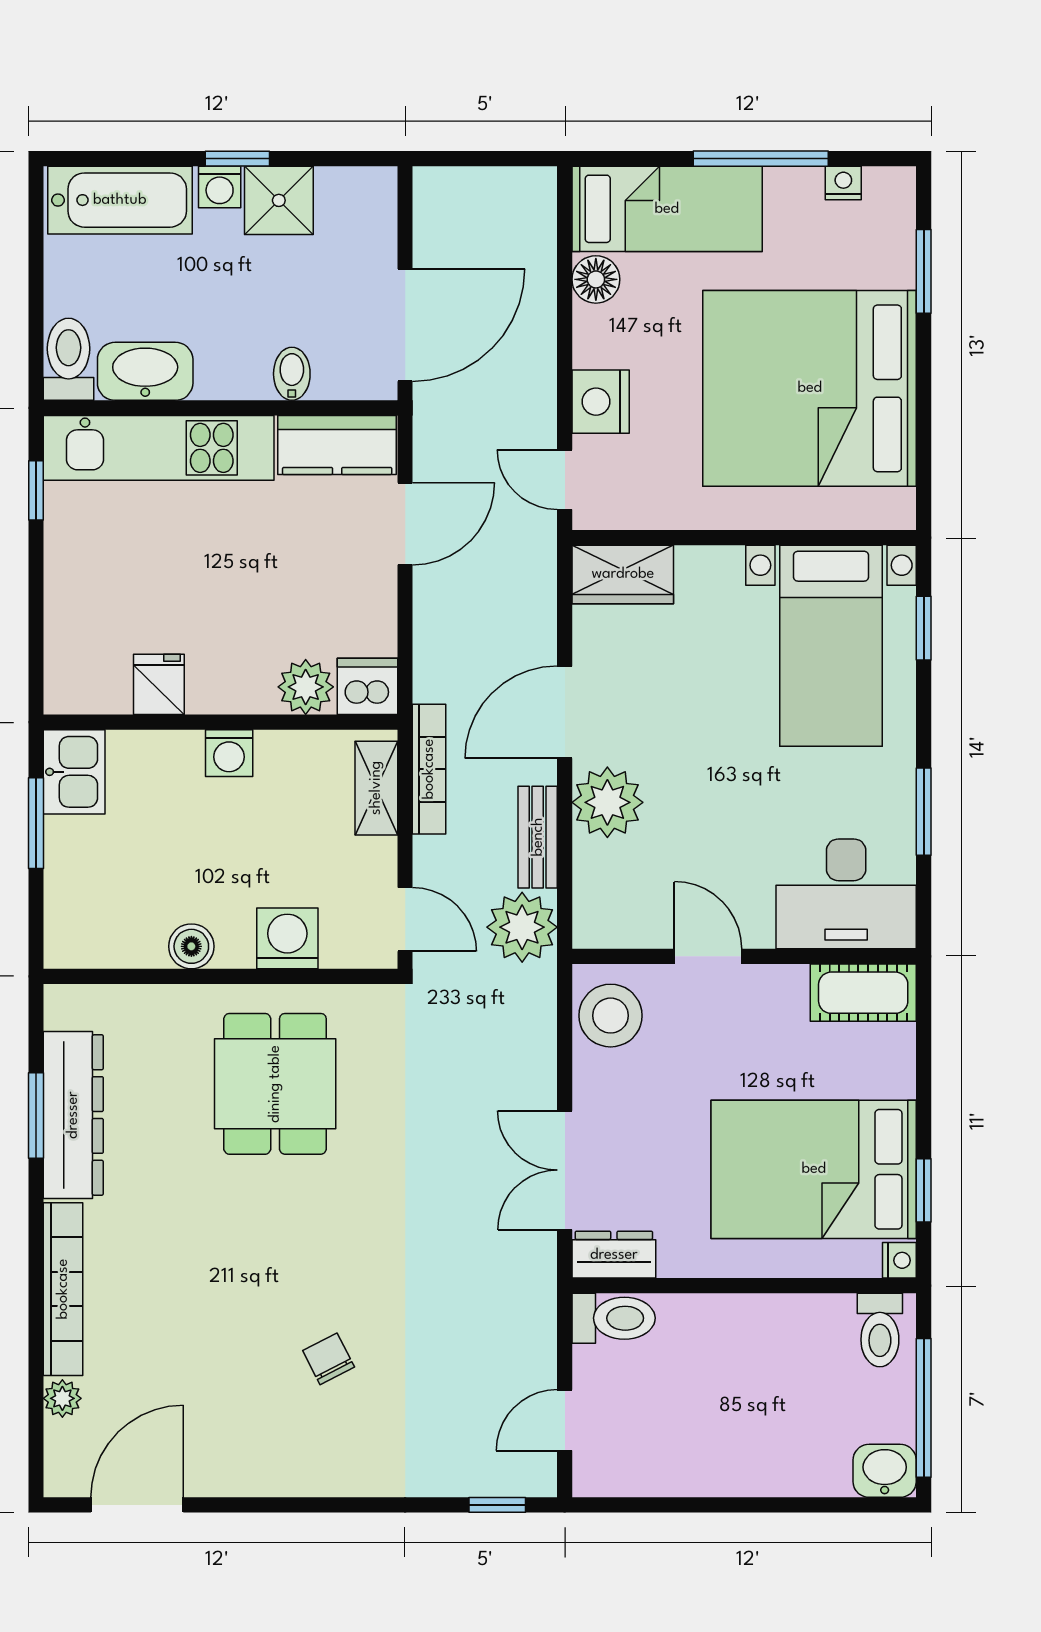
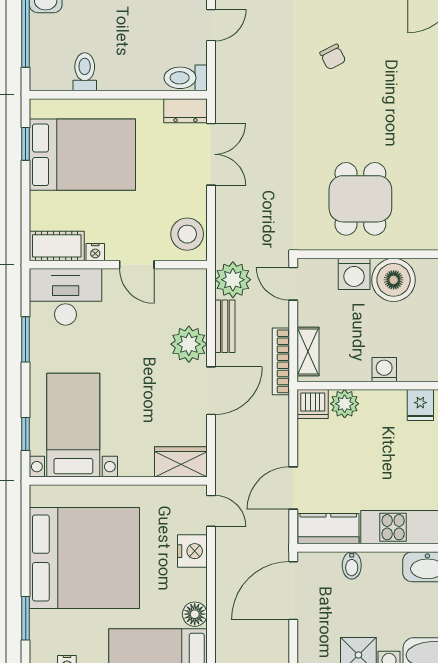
boiler: (191, 946) -> (394, 280), width x1.86, depth x1.86
nightstand: (899, 1260) -> (95, 252), moved, turned -90
toilet: (880, 1330) -> (85, 72), moved

